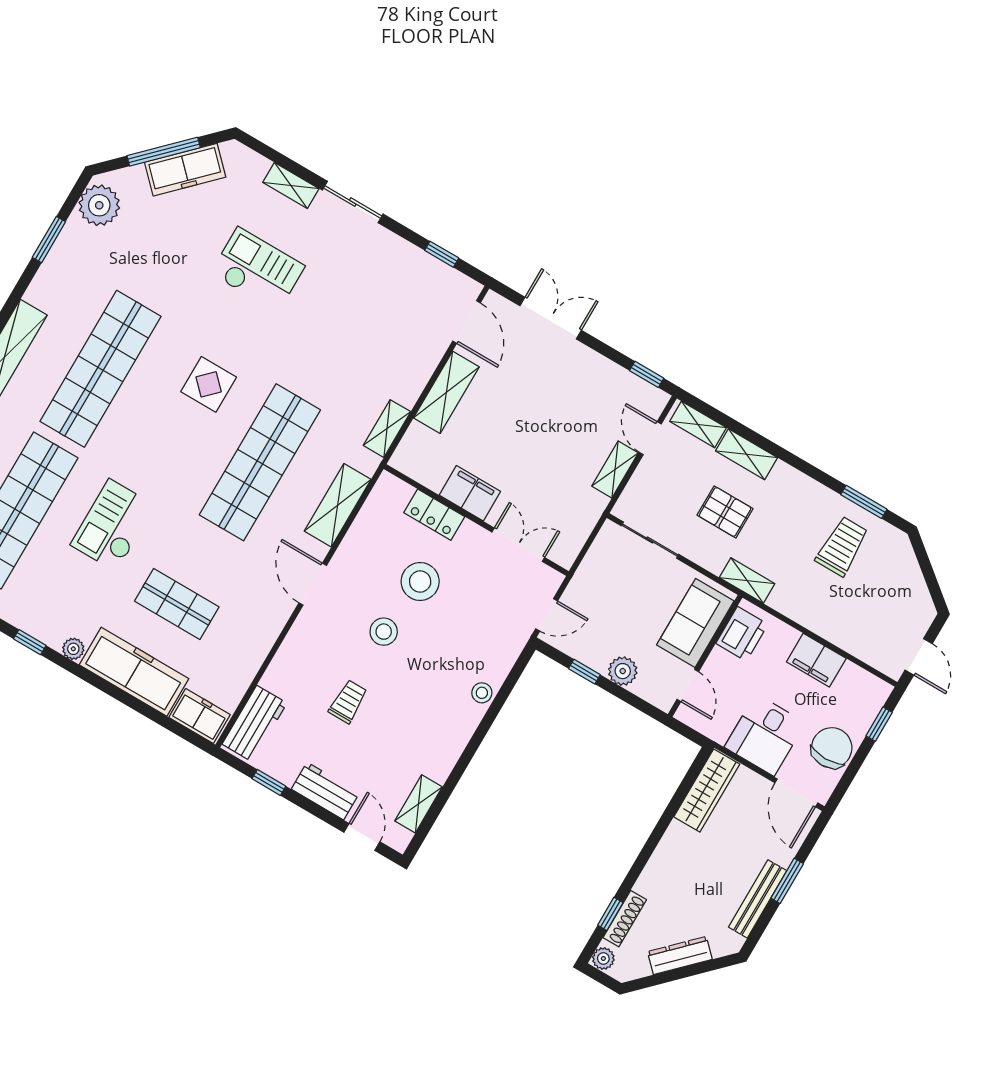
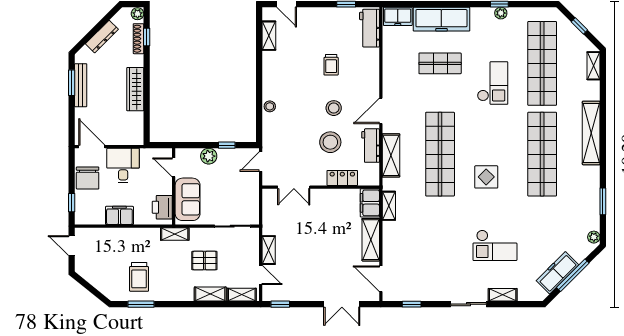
plant: (99, 205) -> (594, 237), width x0.53, depth x0.53
filing cabinet: (470, 493) -> (370, 203), moved, turned 90
door: (313, 584) -> (381, 111), swing flipped
plant: (73, 649) -> (501, 13), moved
wardrobe: (707, 790) -> (135, 89), moved
workbench: (325, 791) -> (371, 146), moved, turned 90
window: (787, 881) -> (72, 83), moved

